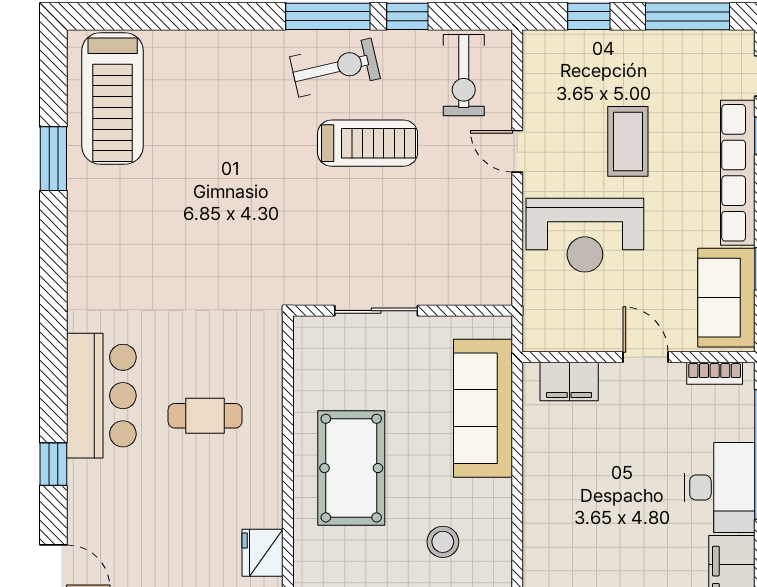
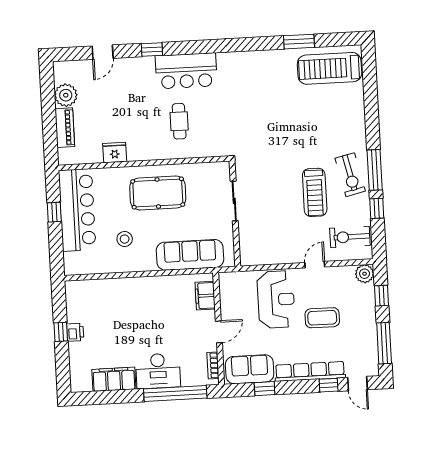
plant: (542, 49) -> (365, 274), added
reception desk: (585, 235) -> (276, 299), turned 180

